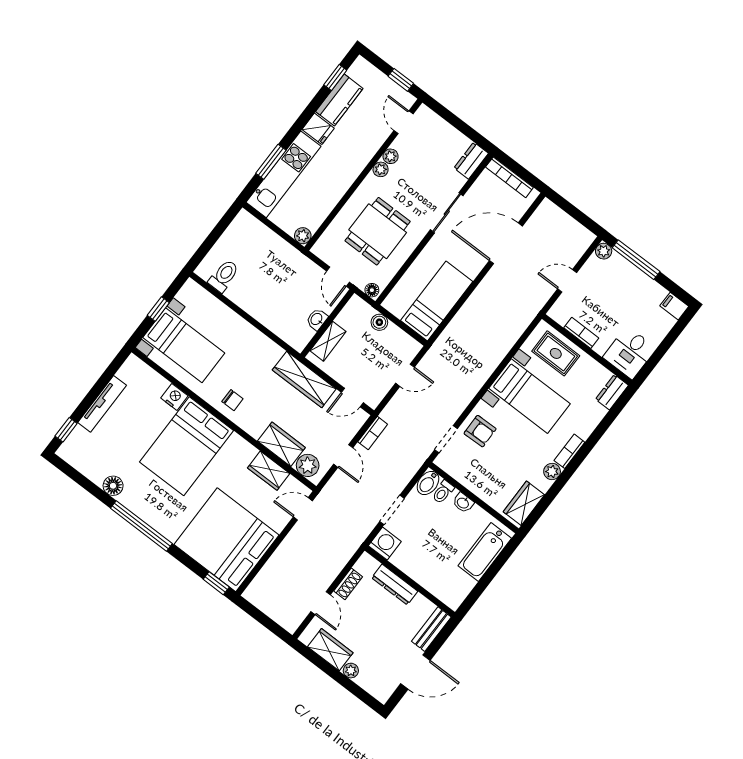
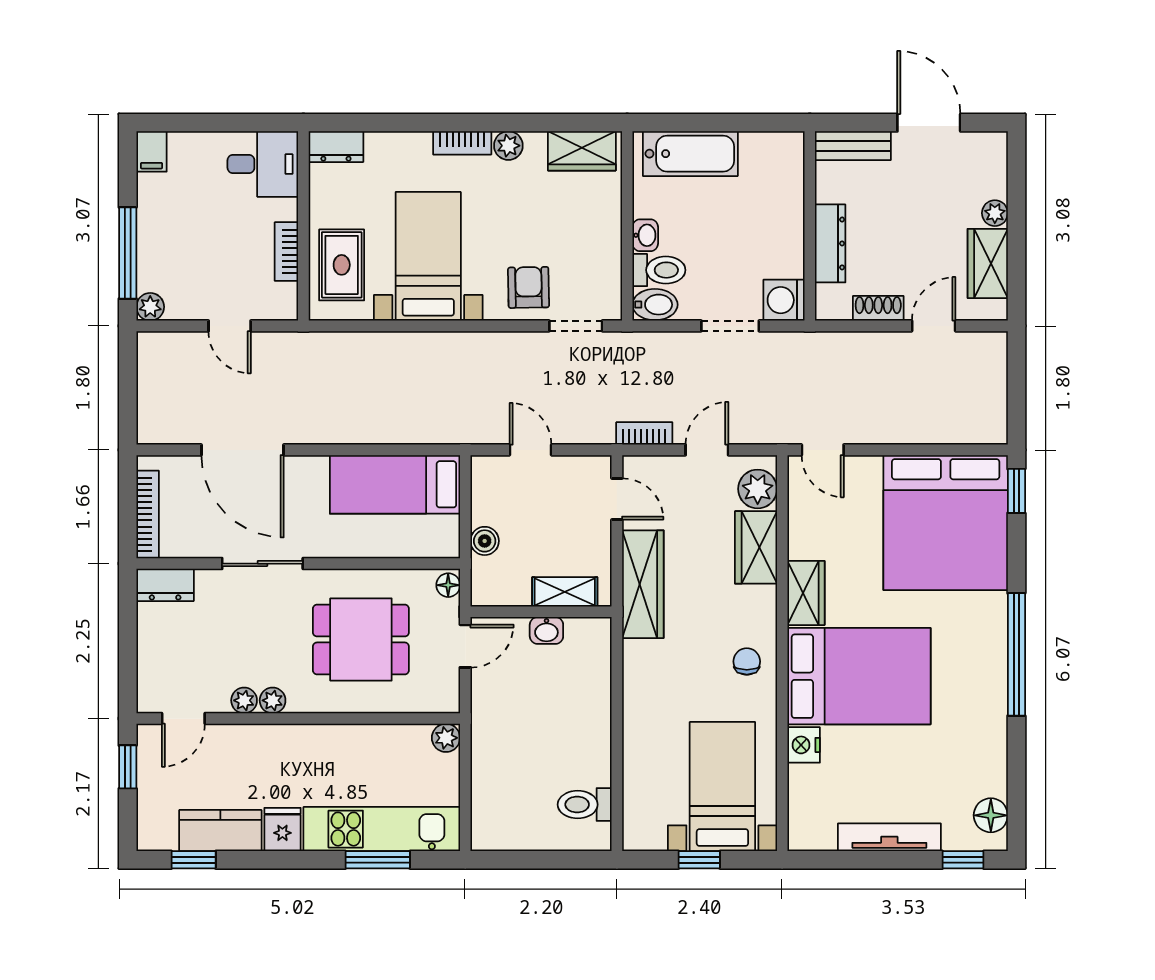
wardrobe: (269, 471) -> (806, 593), moved
floor lamp: (113, 486) -> (991, 815), moved
toilet: (443, 492) -> (659, 270), width x1.37, depth x1.39

